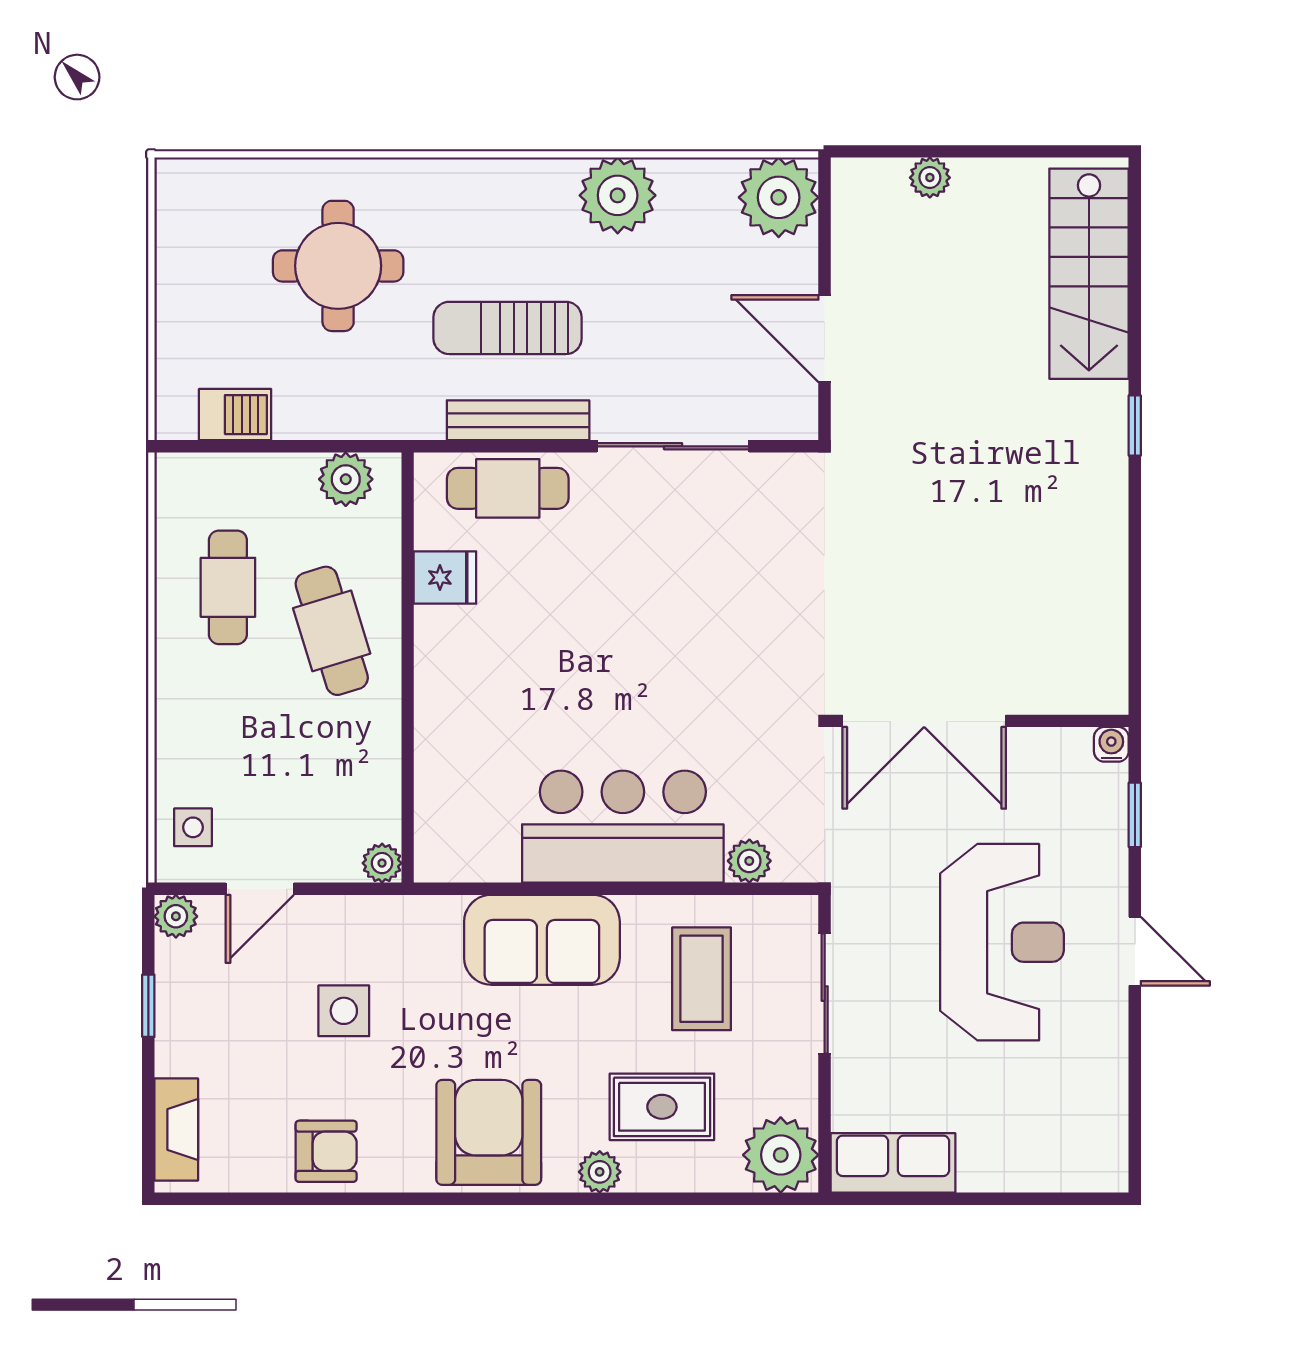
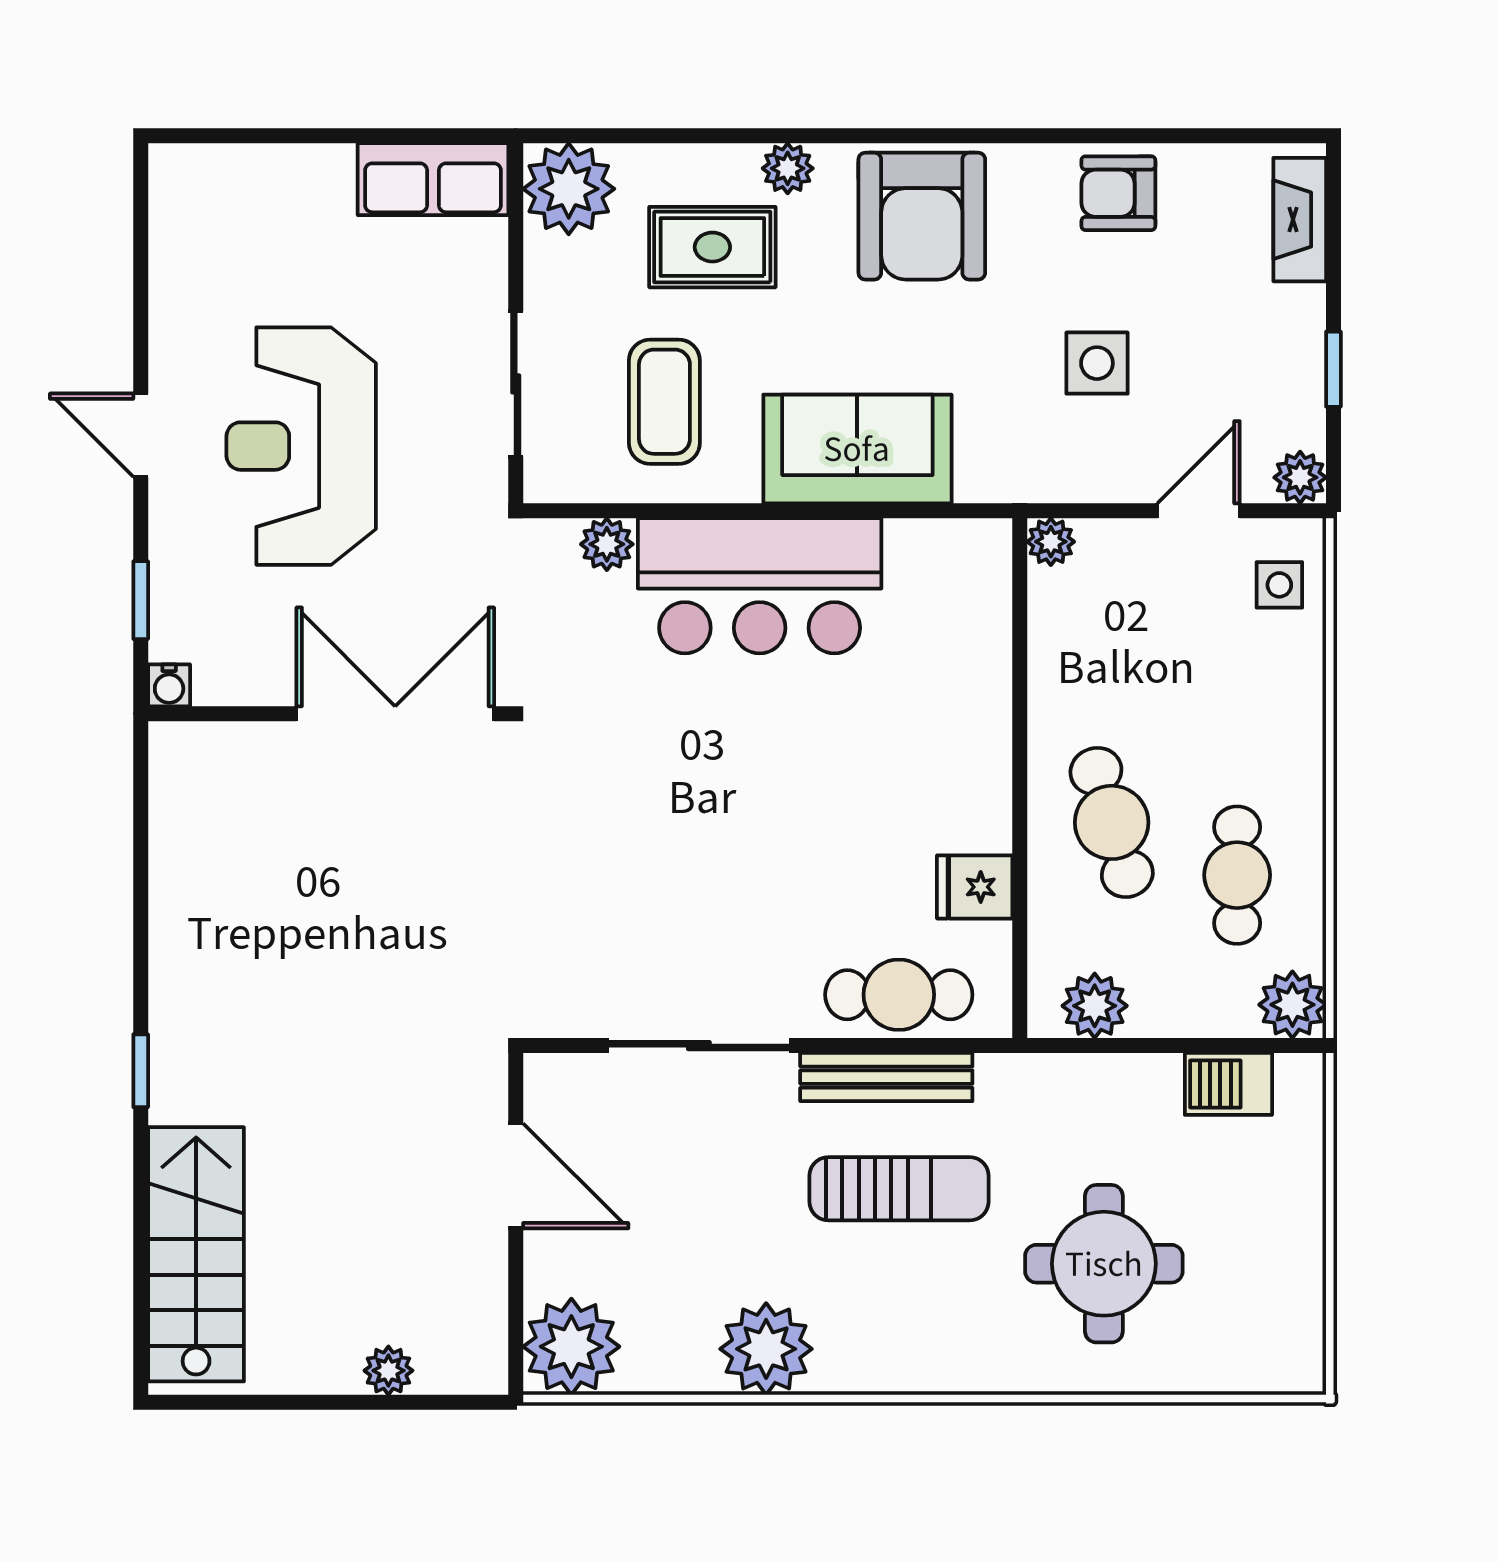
plant: (182, 480) -> (1292, 1005), added

